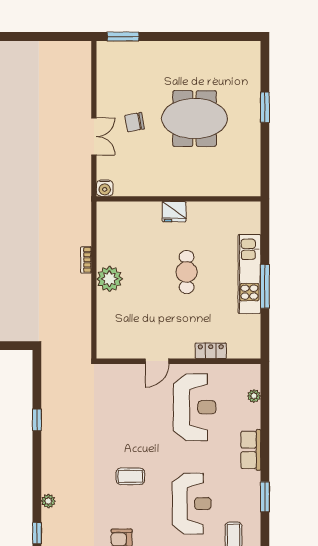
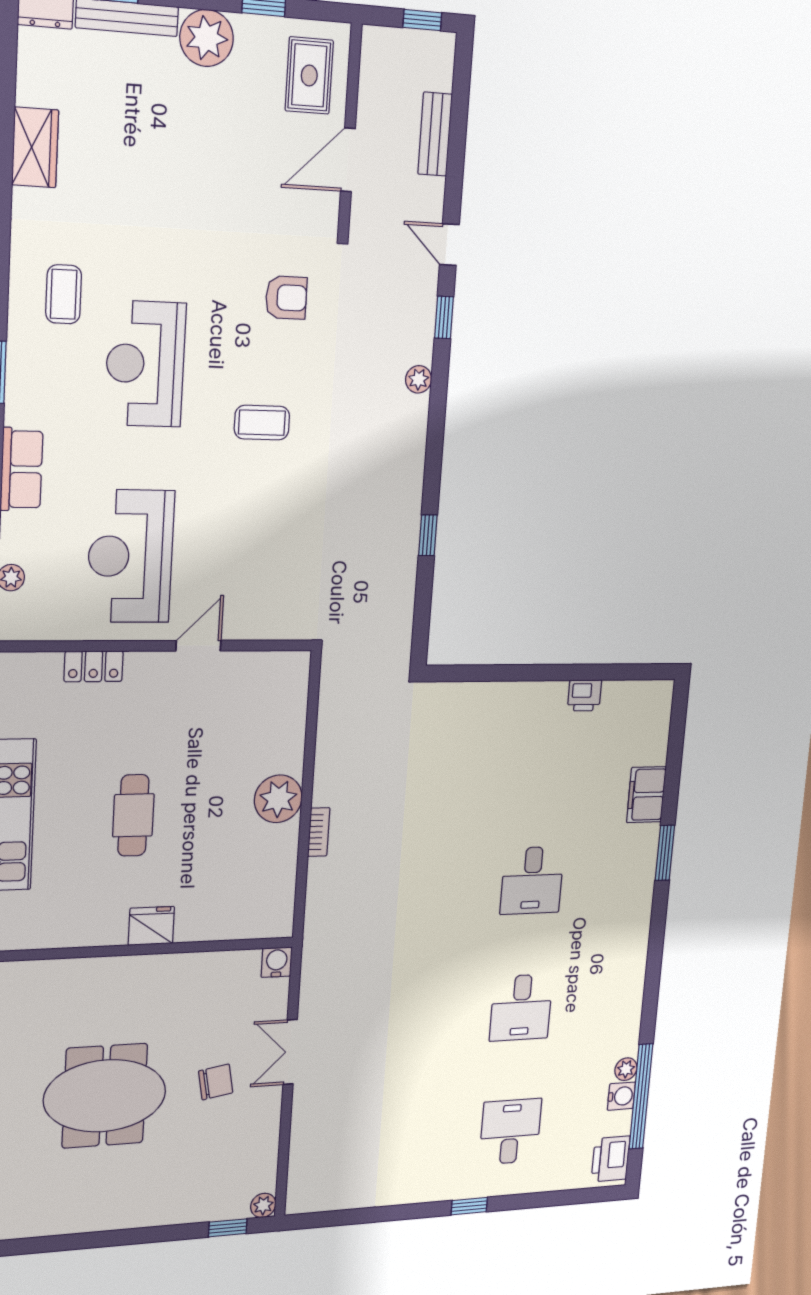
window: (123, 37) -> (228, 1228), width x0.67
plant: (104, 48) -> (263, 1205), added

